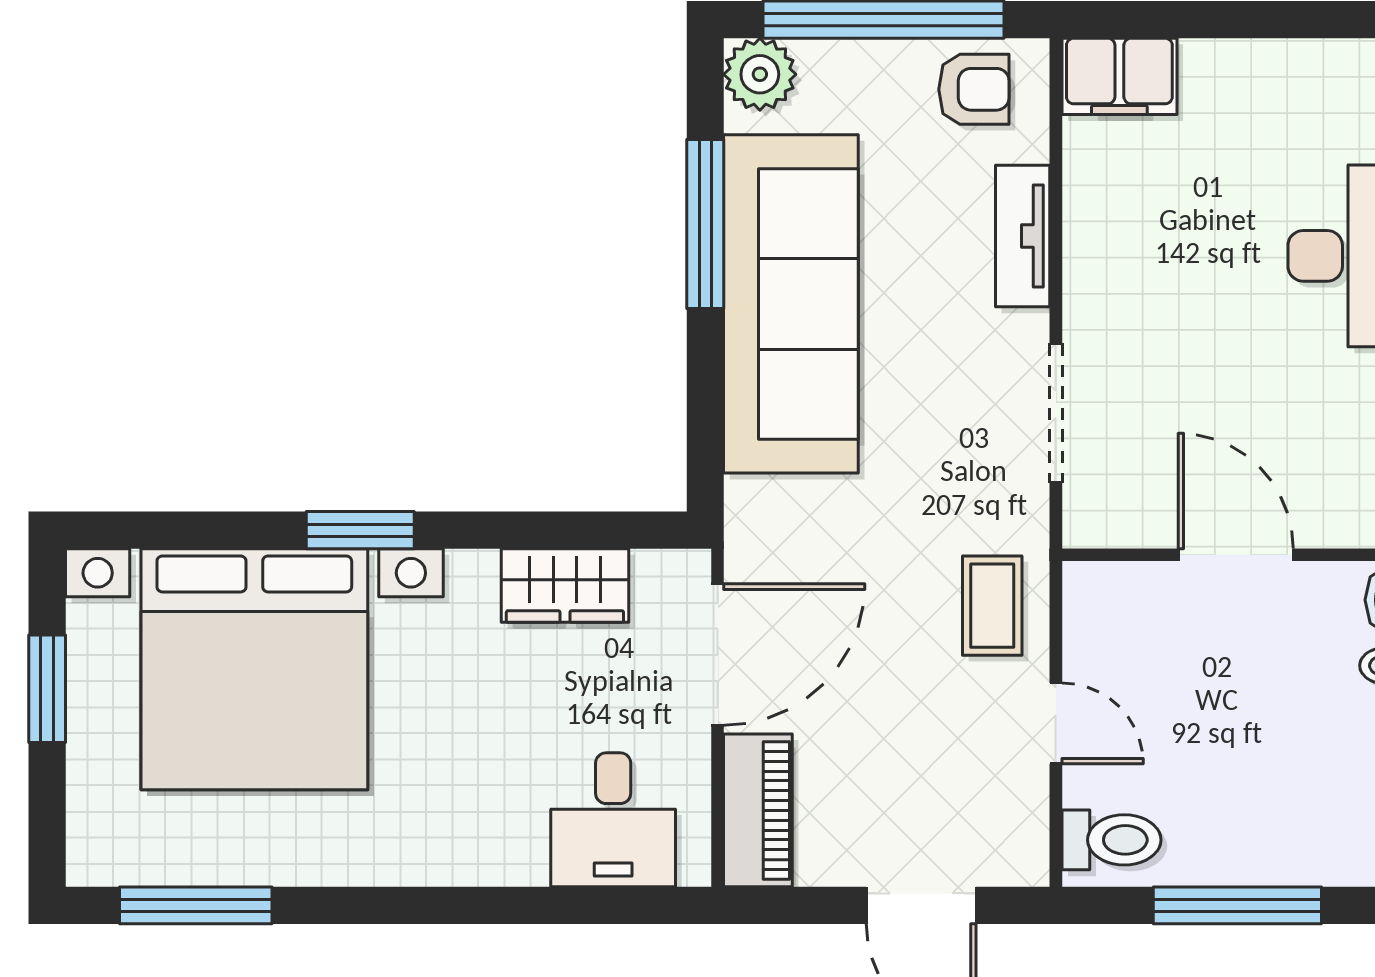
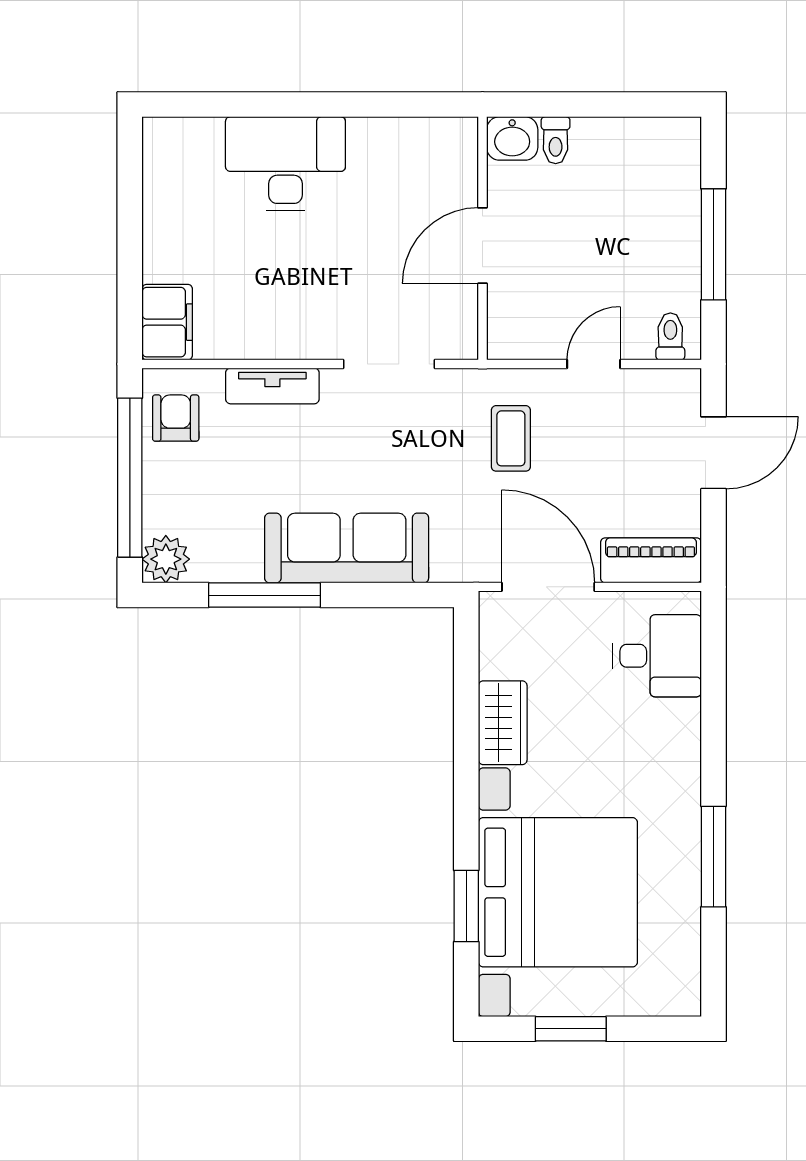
sofa: (791, 304) -> (347, 548), width x0.74, depth x0.79
window: (360, 530) -> (466, 906), moved
wardrobe: (565, 586) -> (503, 723), moved
coffee table: (992, 606) -> (511, 438), moved, turned 90
toilet: (1111, 840) -> (670, 336), width x0.73, depth x0.72
window: (196, 905) -> (714, 857), moved

